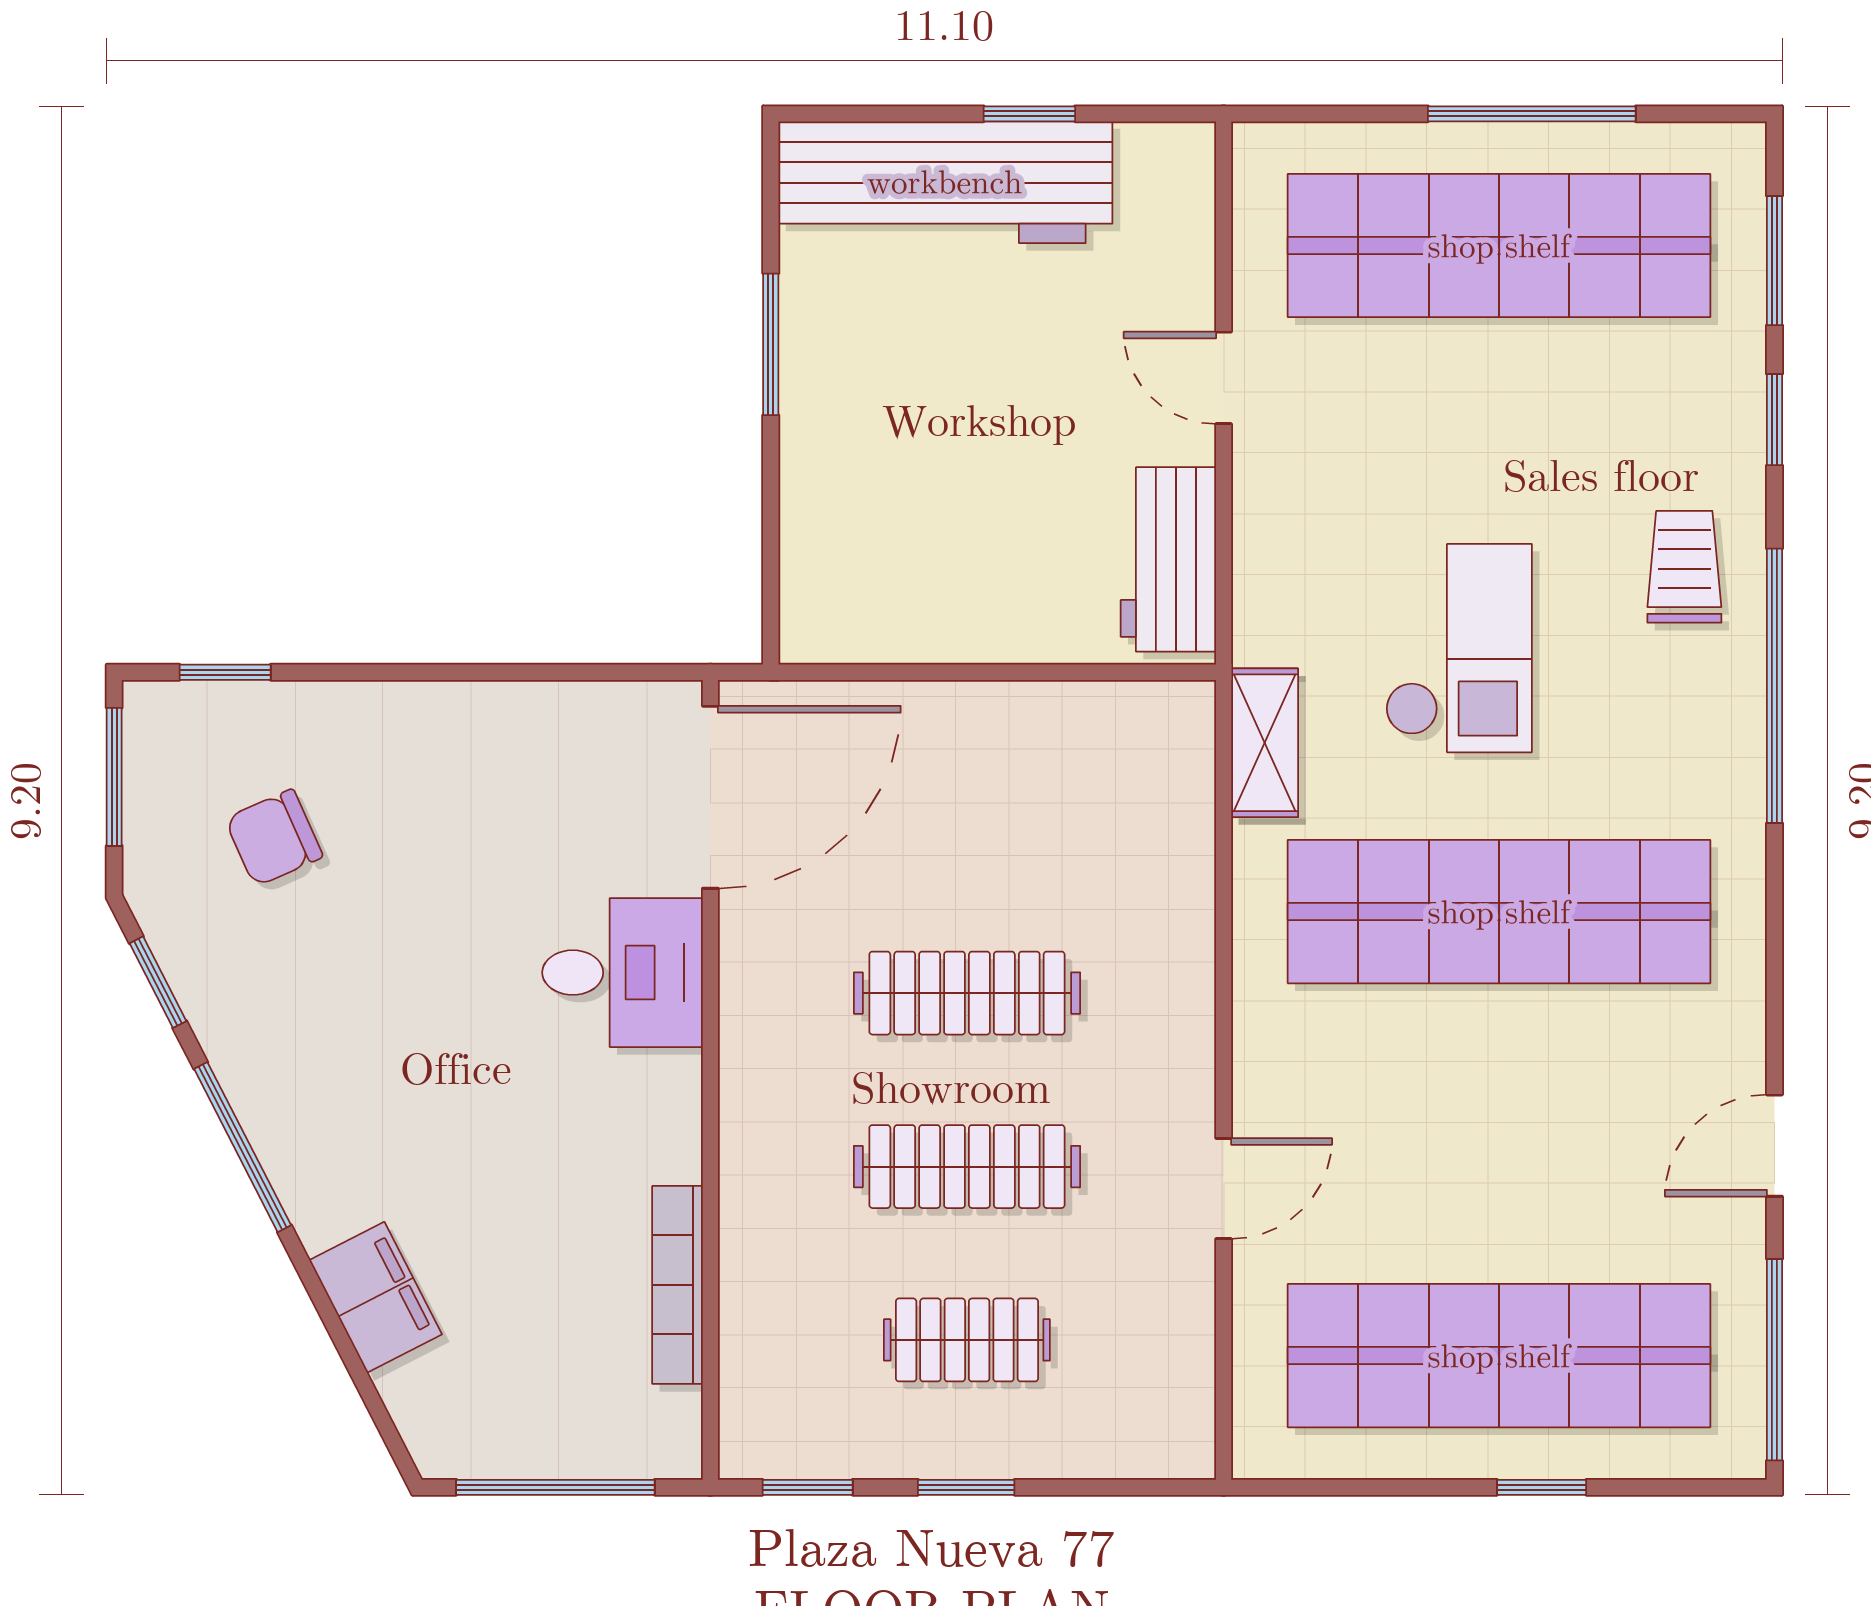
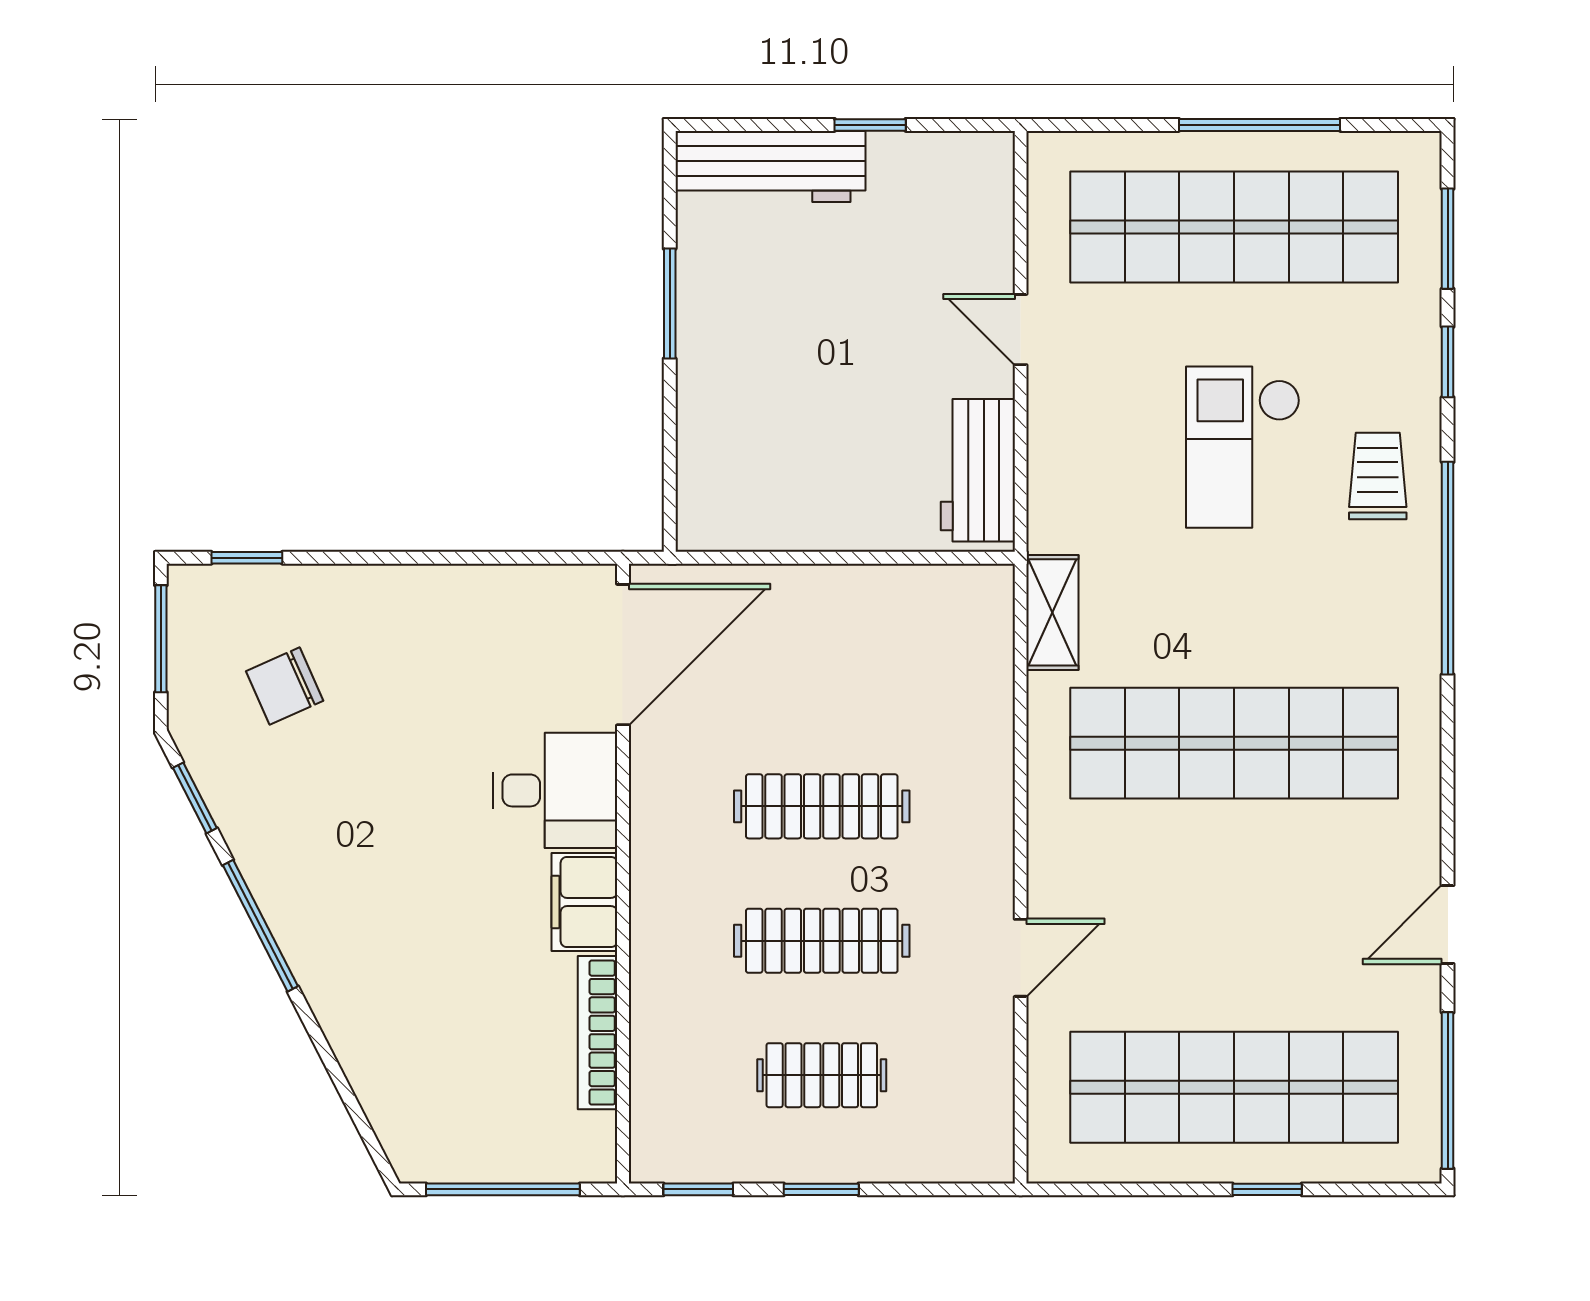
workbench: (945, 182) -> (771, 166), width x0.73, depth x0.76
checkout: (1459, 648) -> (1243, 447), moved, turned 180
filing cabinet: (376, 1297) -> (584, 902), moved, turned -153

